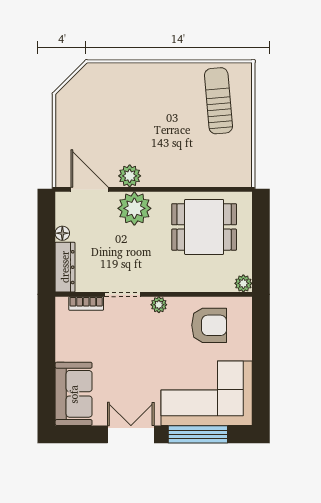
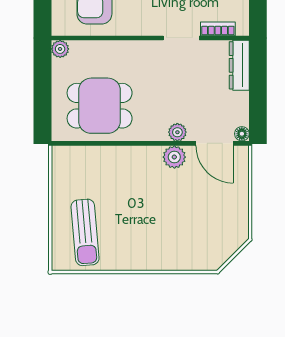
plant: (134, 208) -> (177, 132), width x0.53, depth x0.53
floor lamp: (62, 233) -> (242, 134), moved
plant: (159, 305) -> (145, 28), removed

